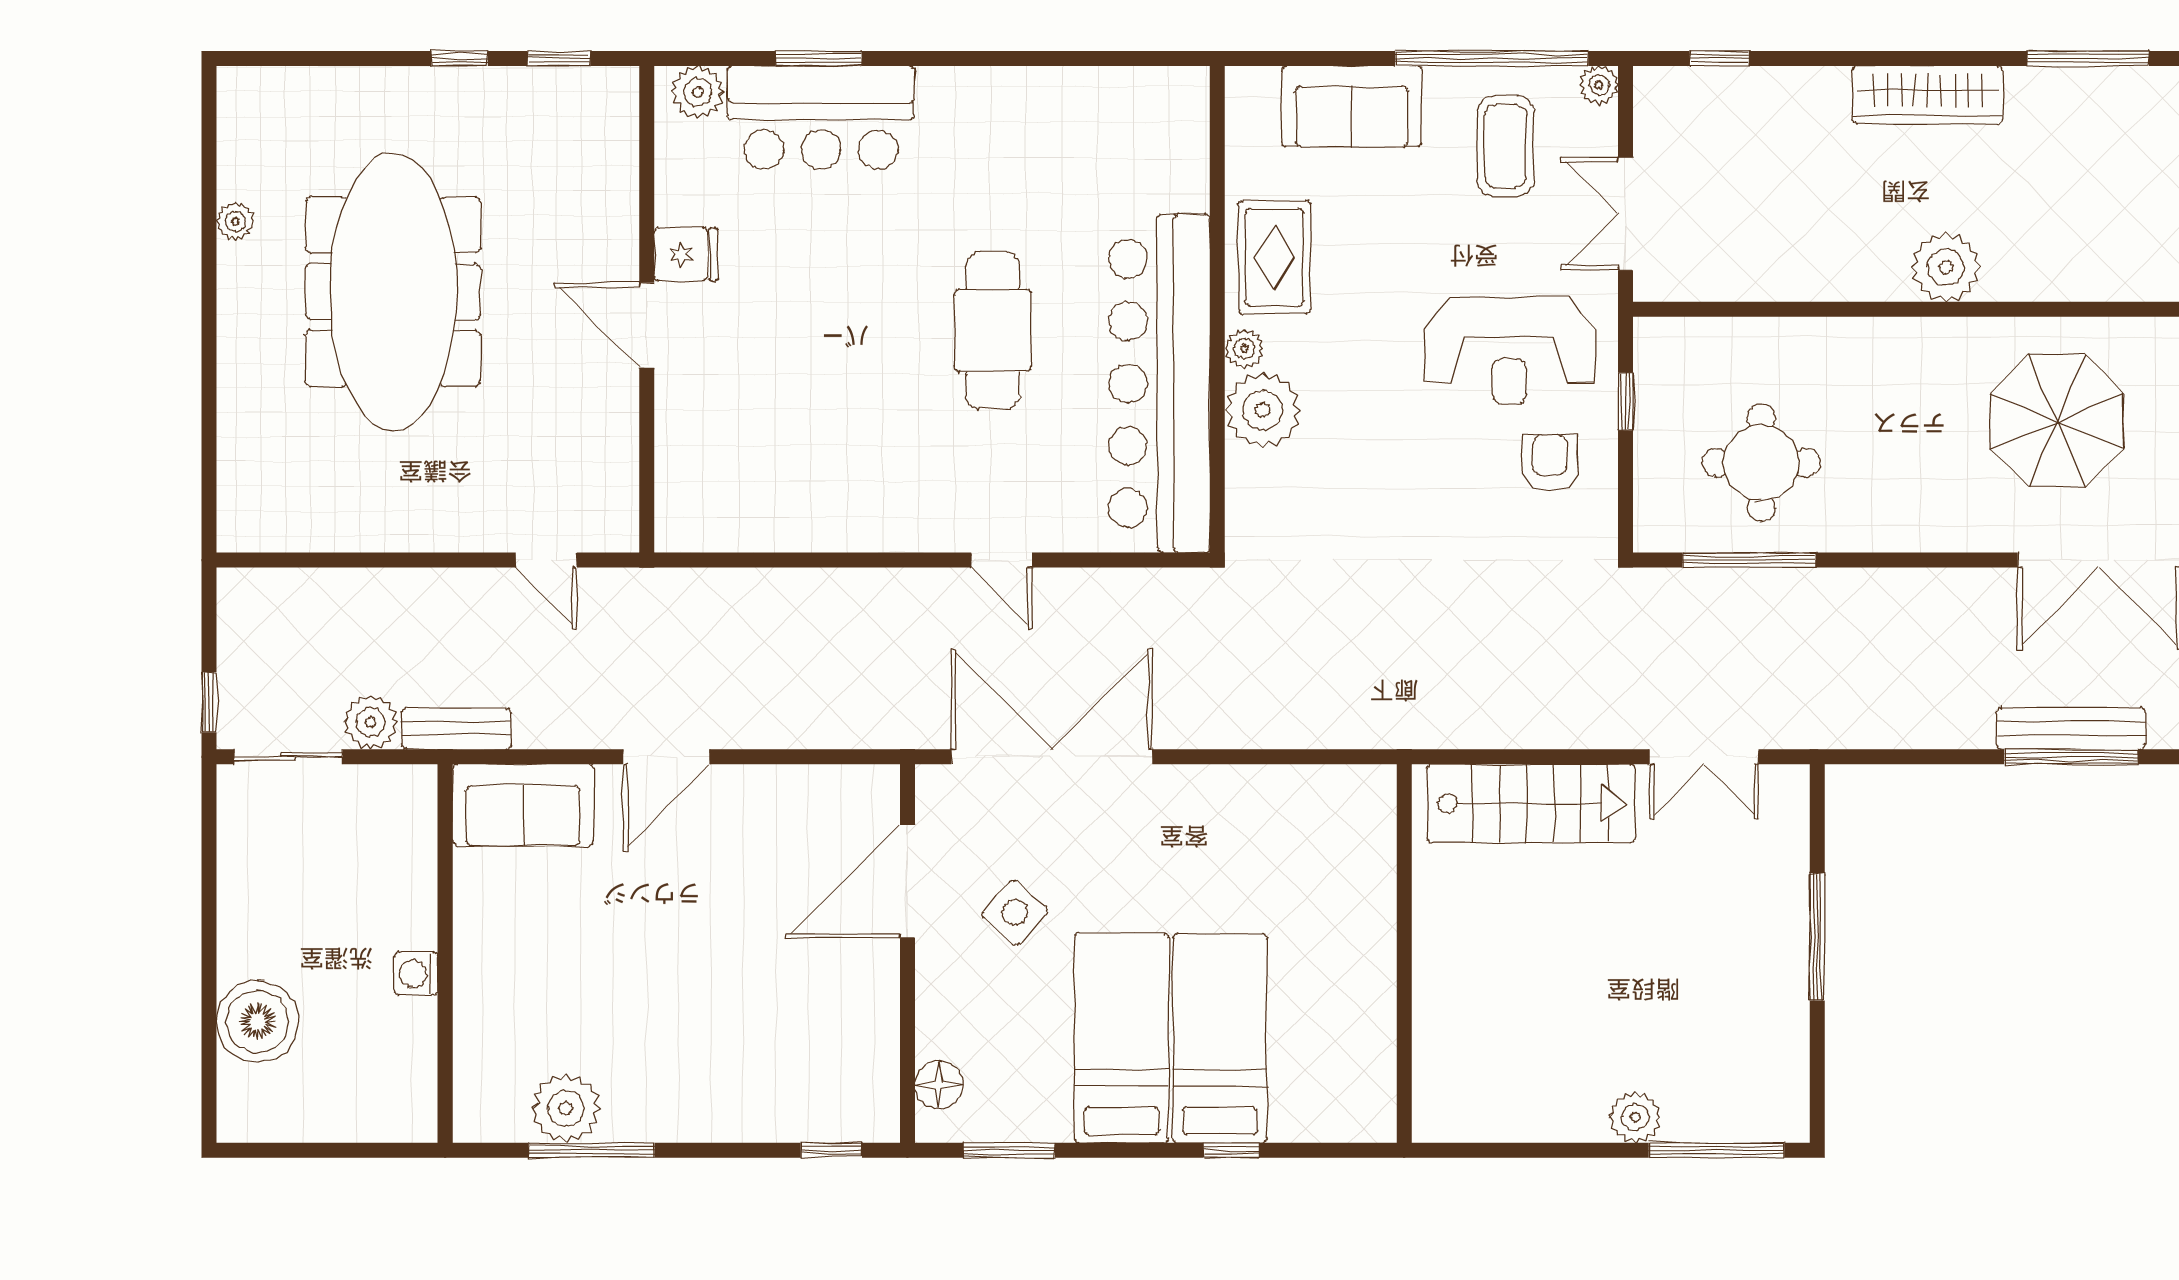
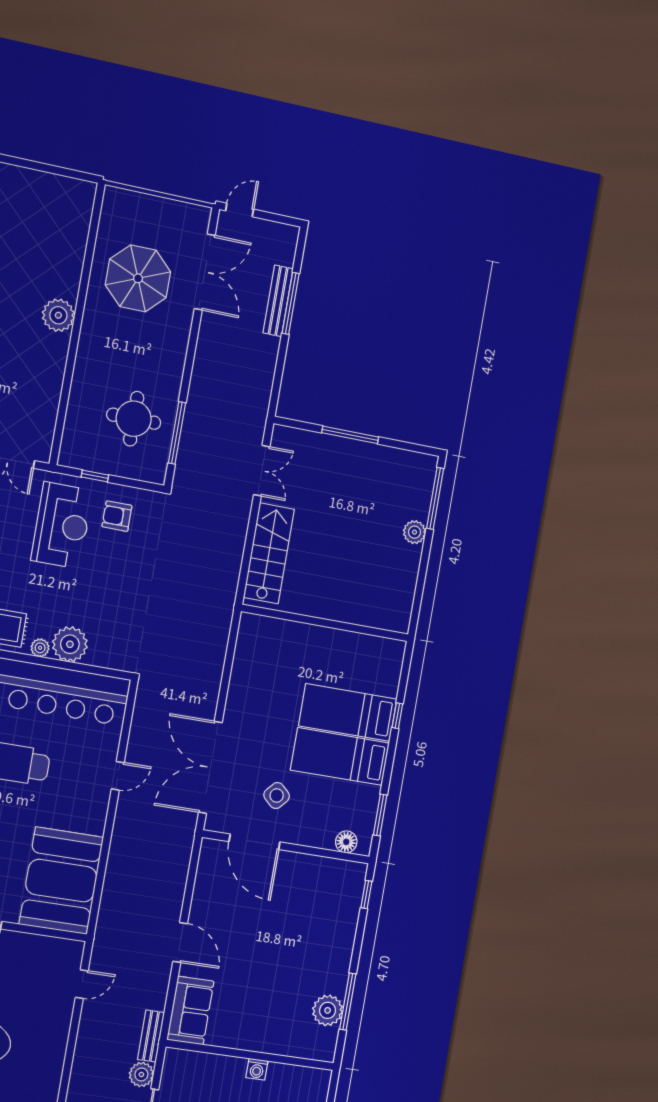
booth: (760, 478) -> (61, 881), added

